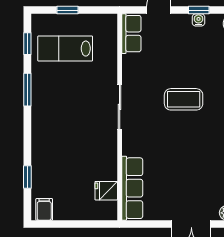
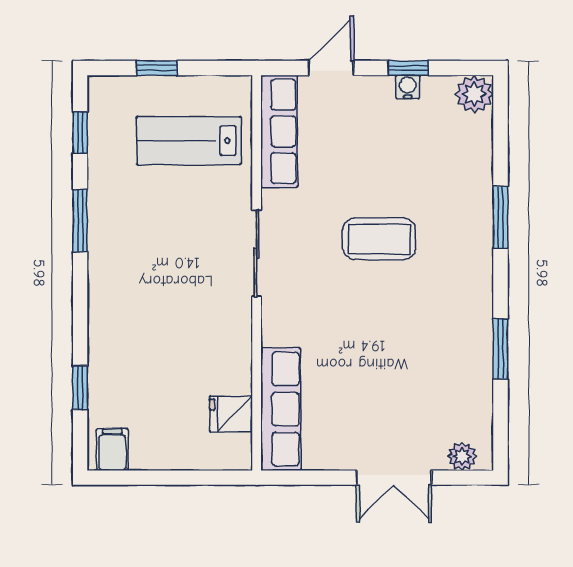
row of seats: (131, 34) -> (279, 131), width x1.48
lab bench: (65, 49) -> (189, 141), moved

